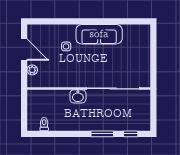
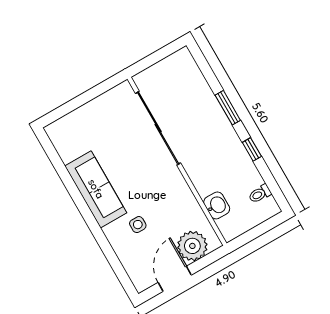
plant: (32, 70) -> (192, 246), width x1.87, depth x1.87
washbasin: (78, 96) -> (217, 205), moved
window: (131, 134) -> (252, 149), moved

